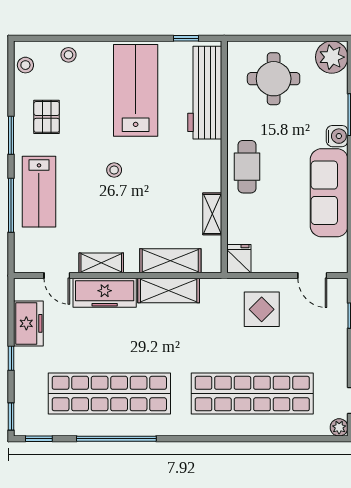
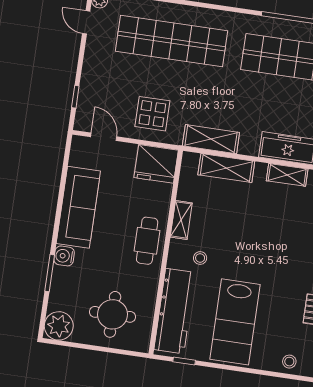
stool: (114, 170) -> (200, 258), moved
shelving: (212, 214) -> (181, 220), moved
fridge: (239, 259) -> (156, 164), width x1.88, depth x1.34
shelving: (169, 290) -> (211, 139), moved

